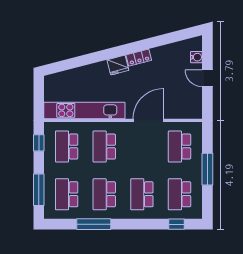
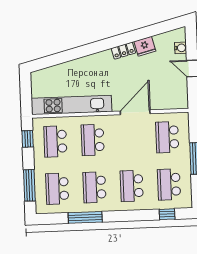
fridge: (118, 65) -> (145, 46), moved

